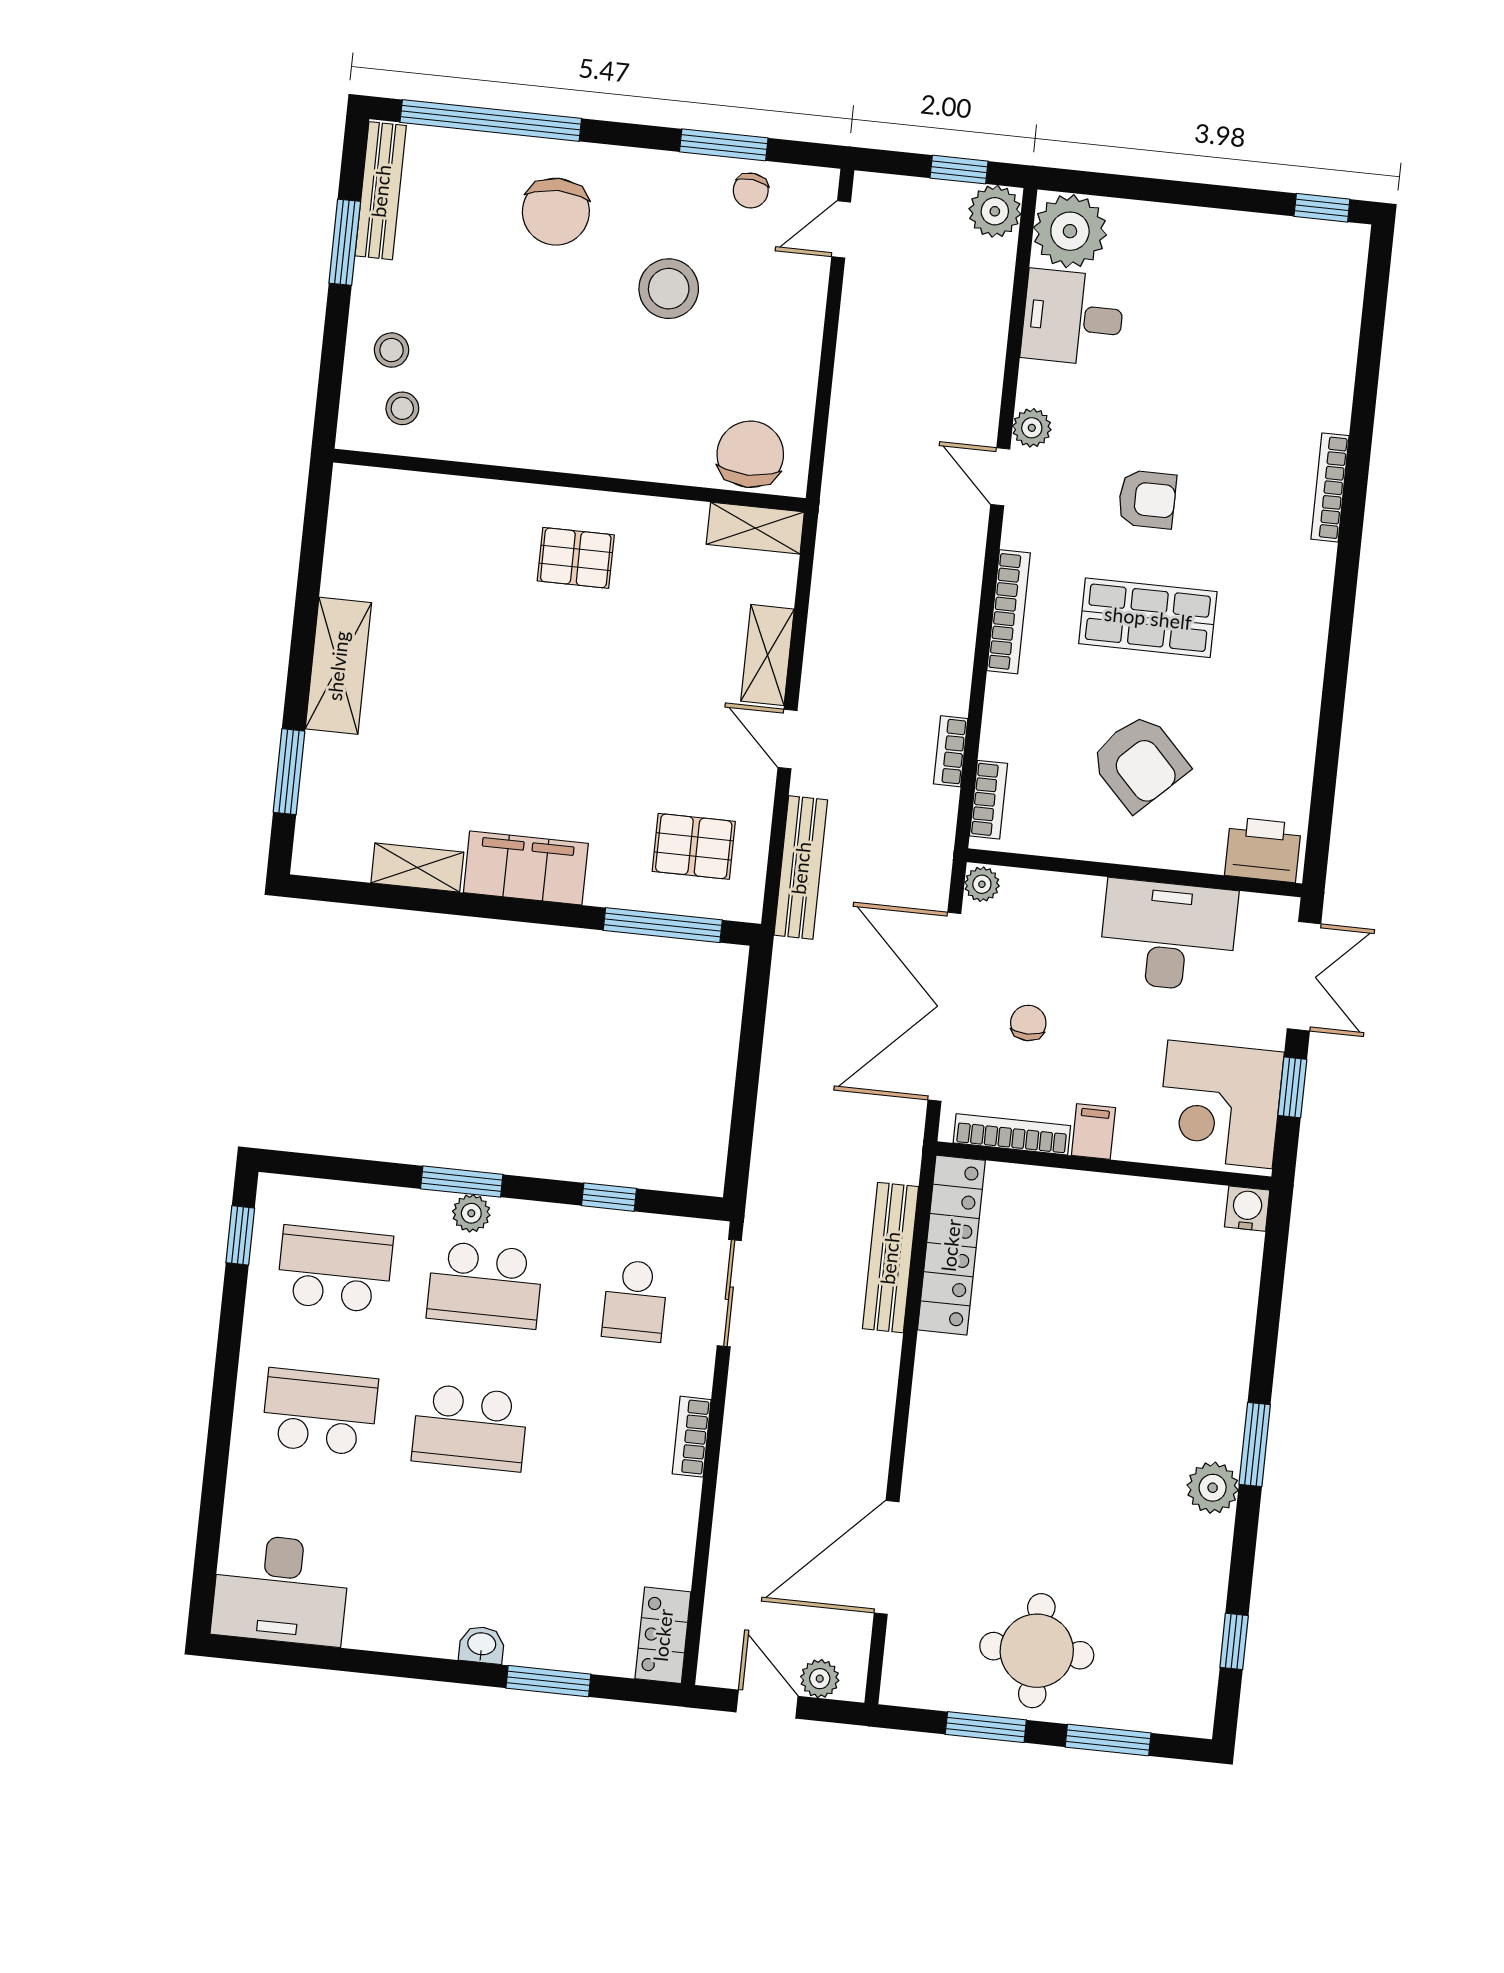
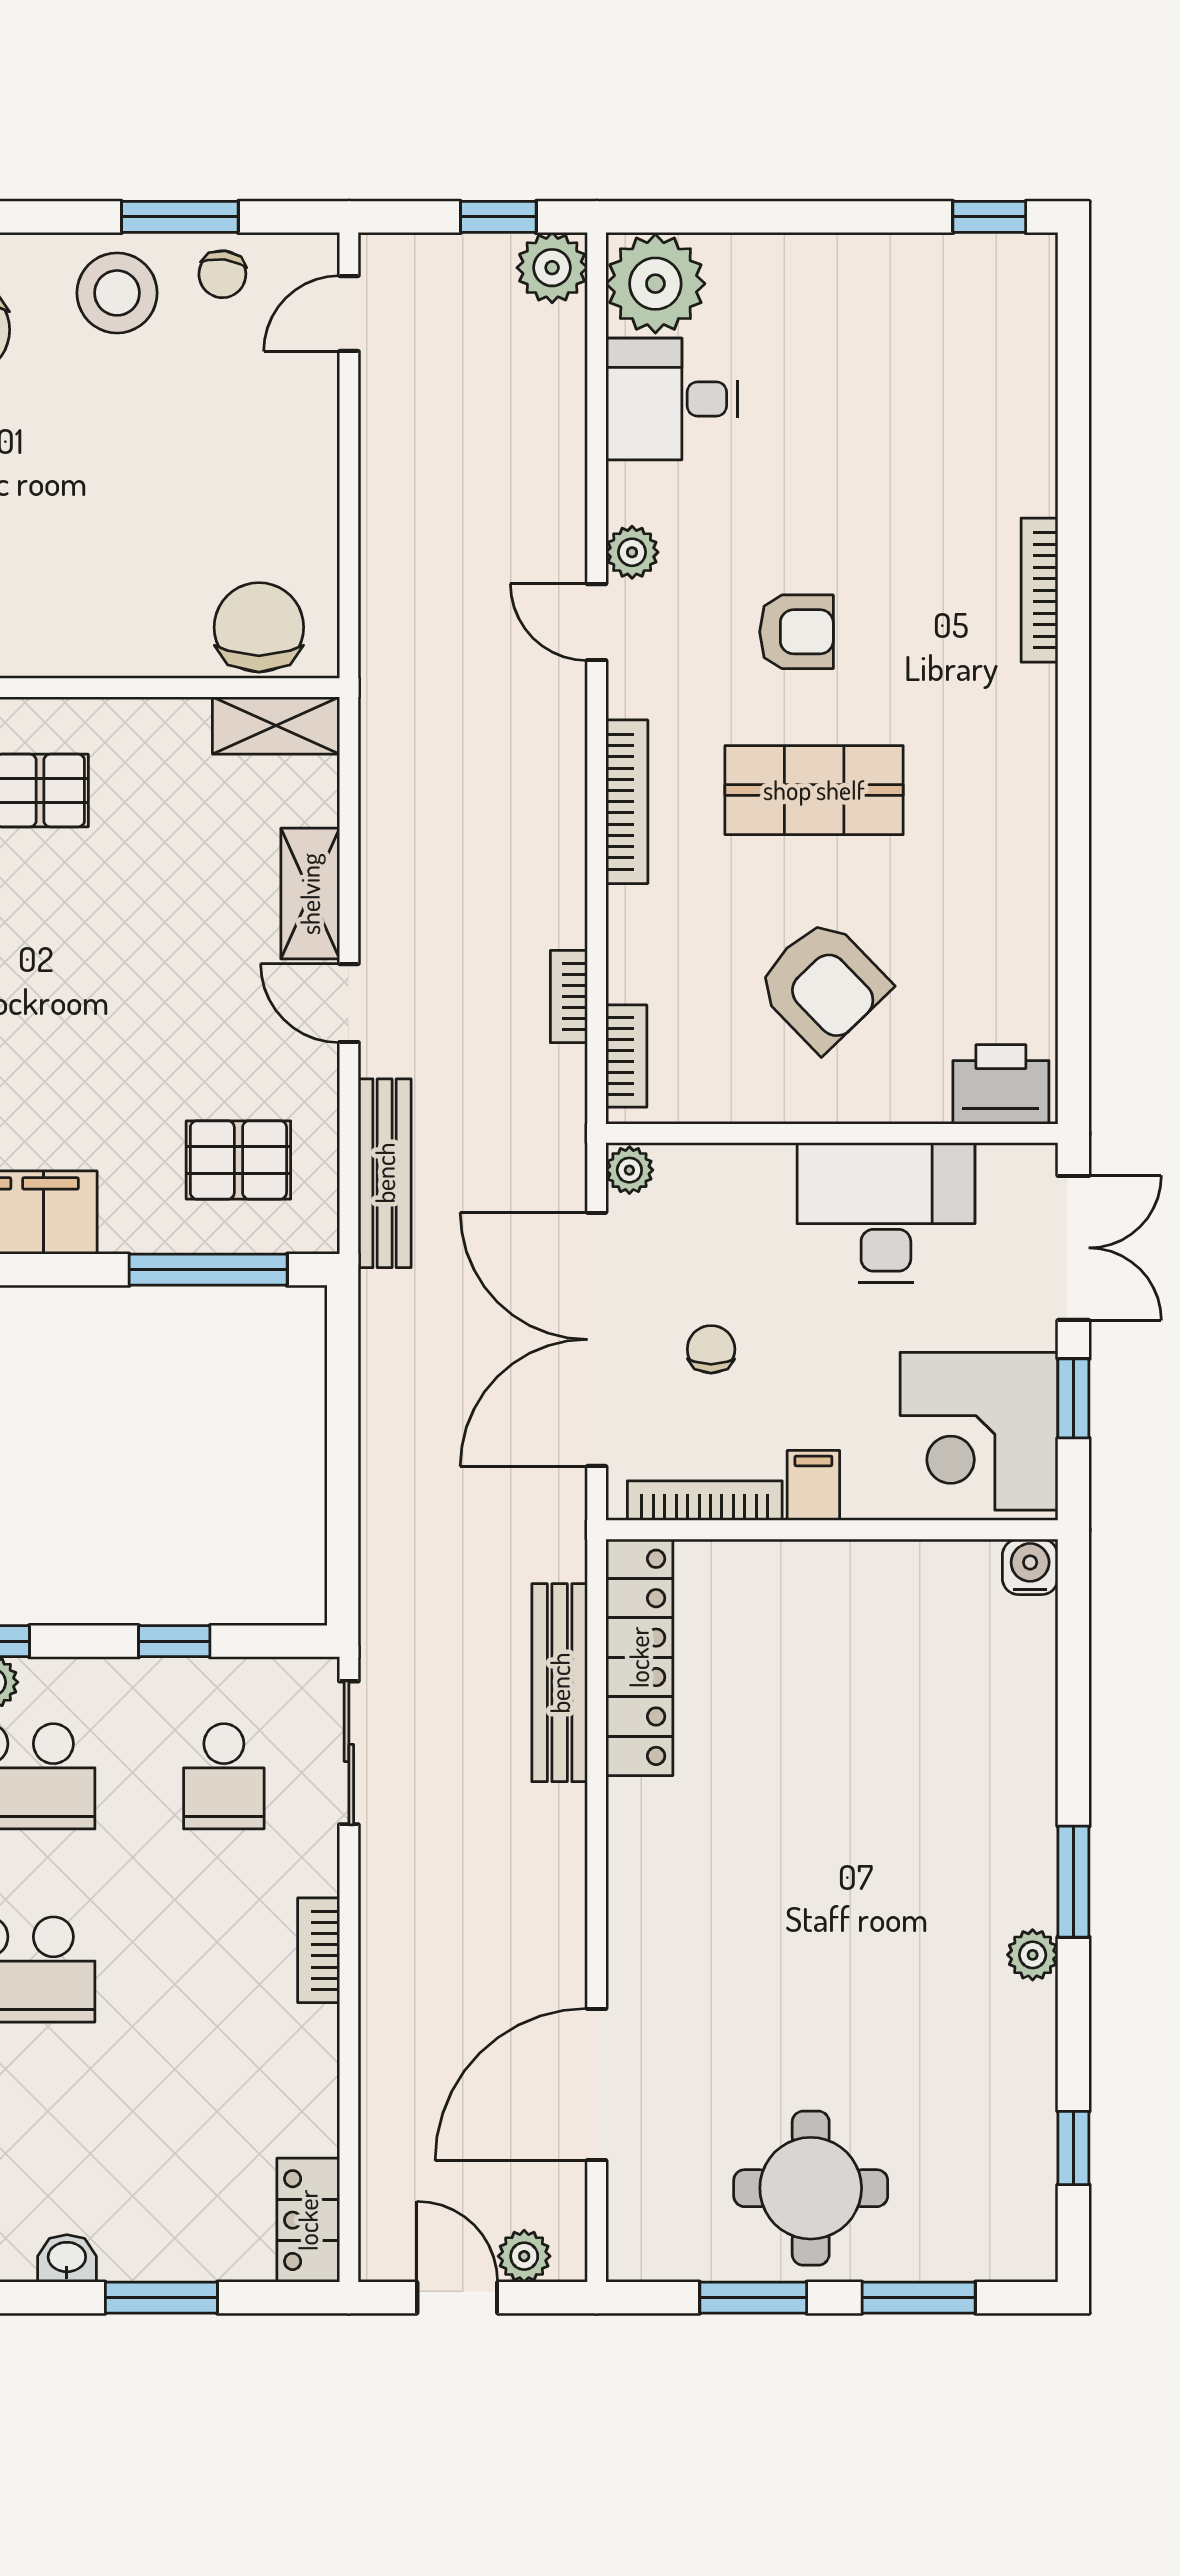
stool: (669, 289) -> (117, 293), moved
plant: (1213, 1488) -> (1033, 1955), width x0.73, depth x0.73

